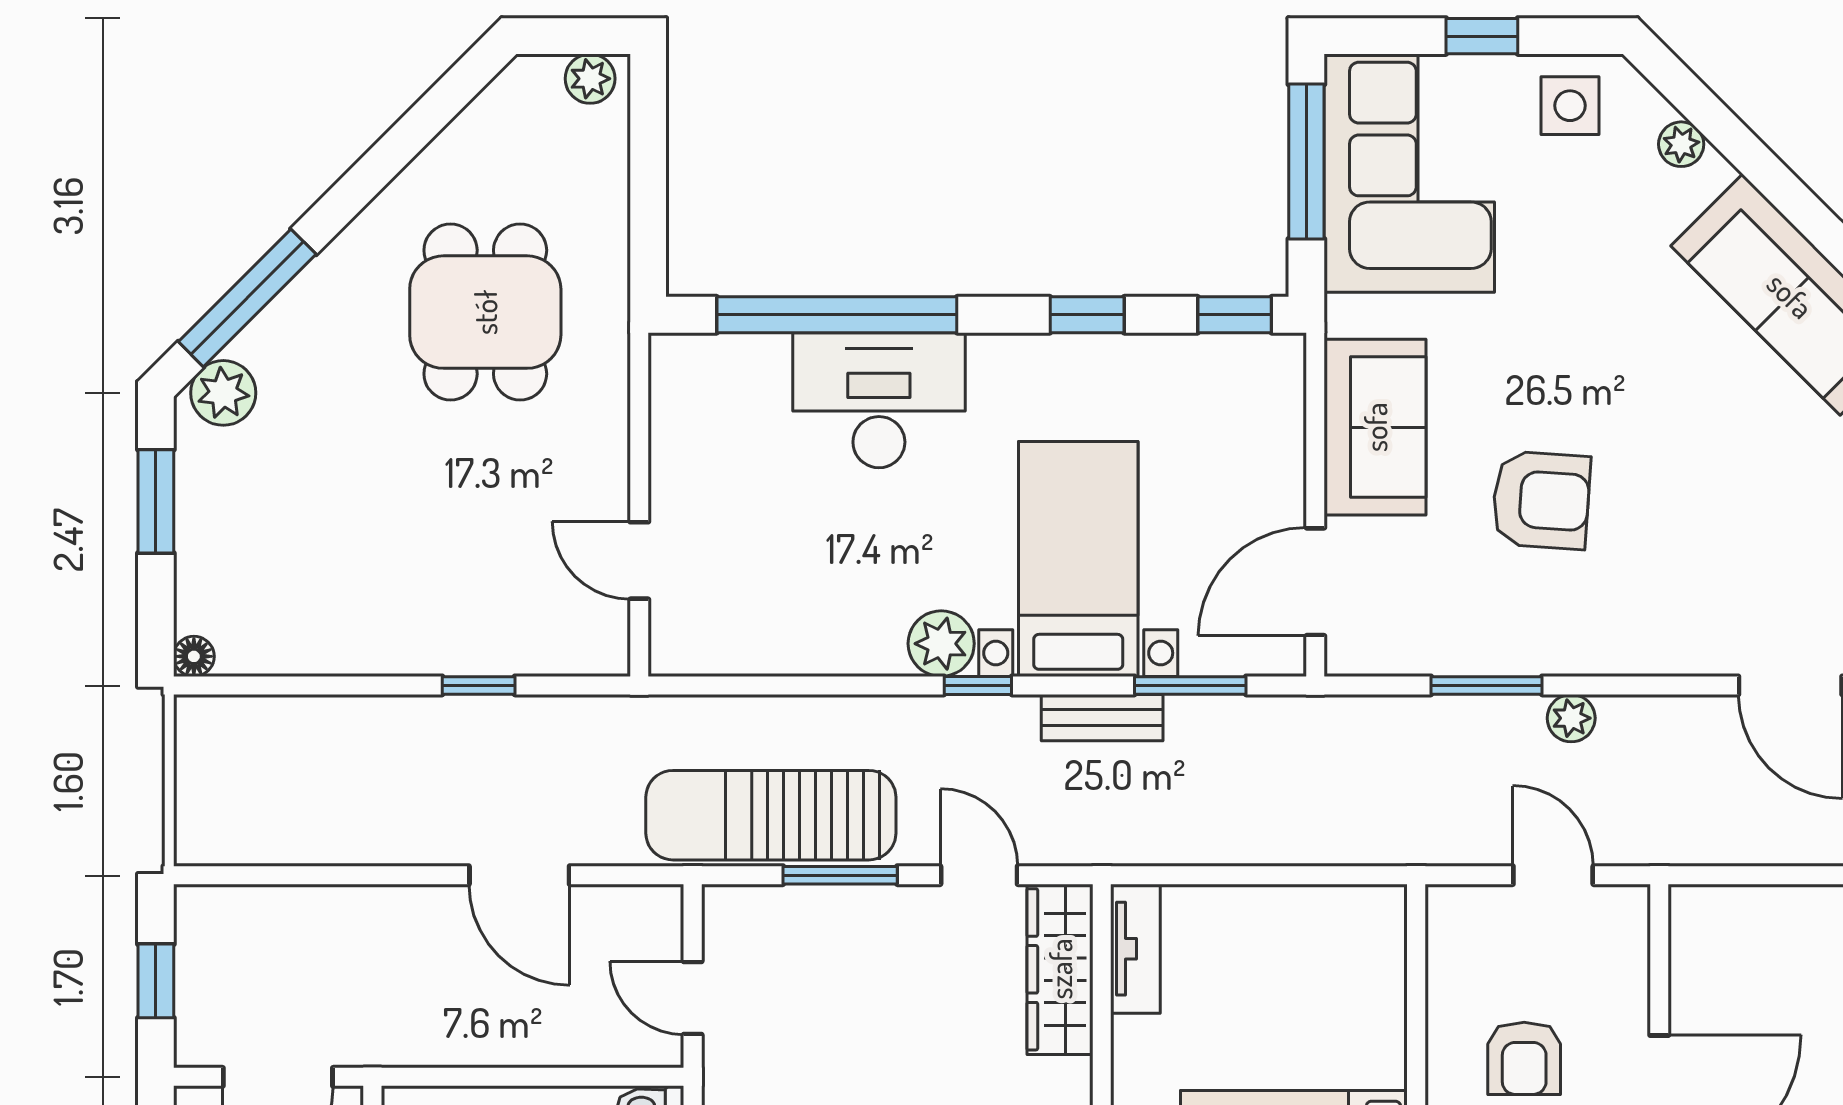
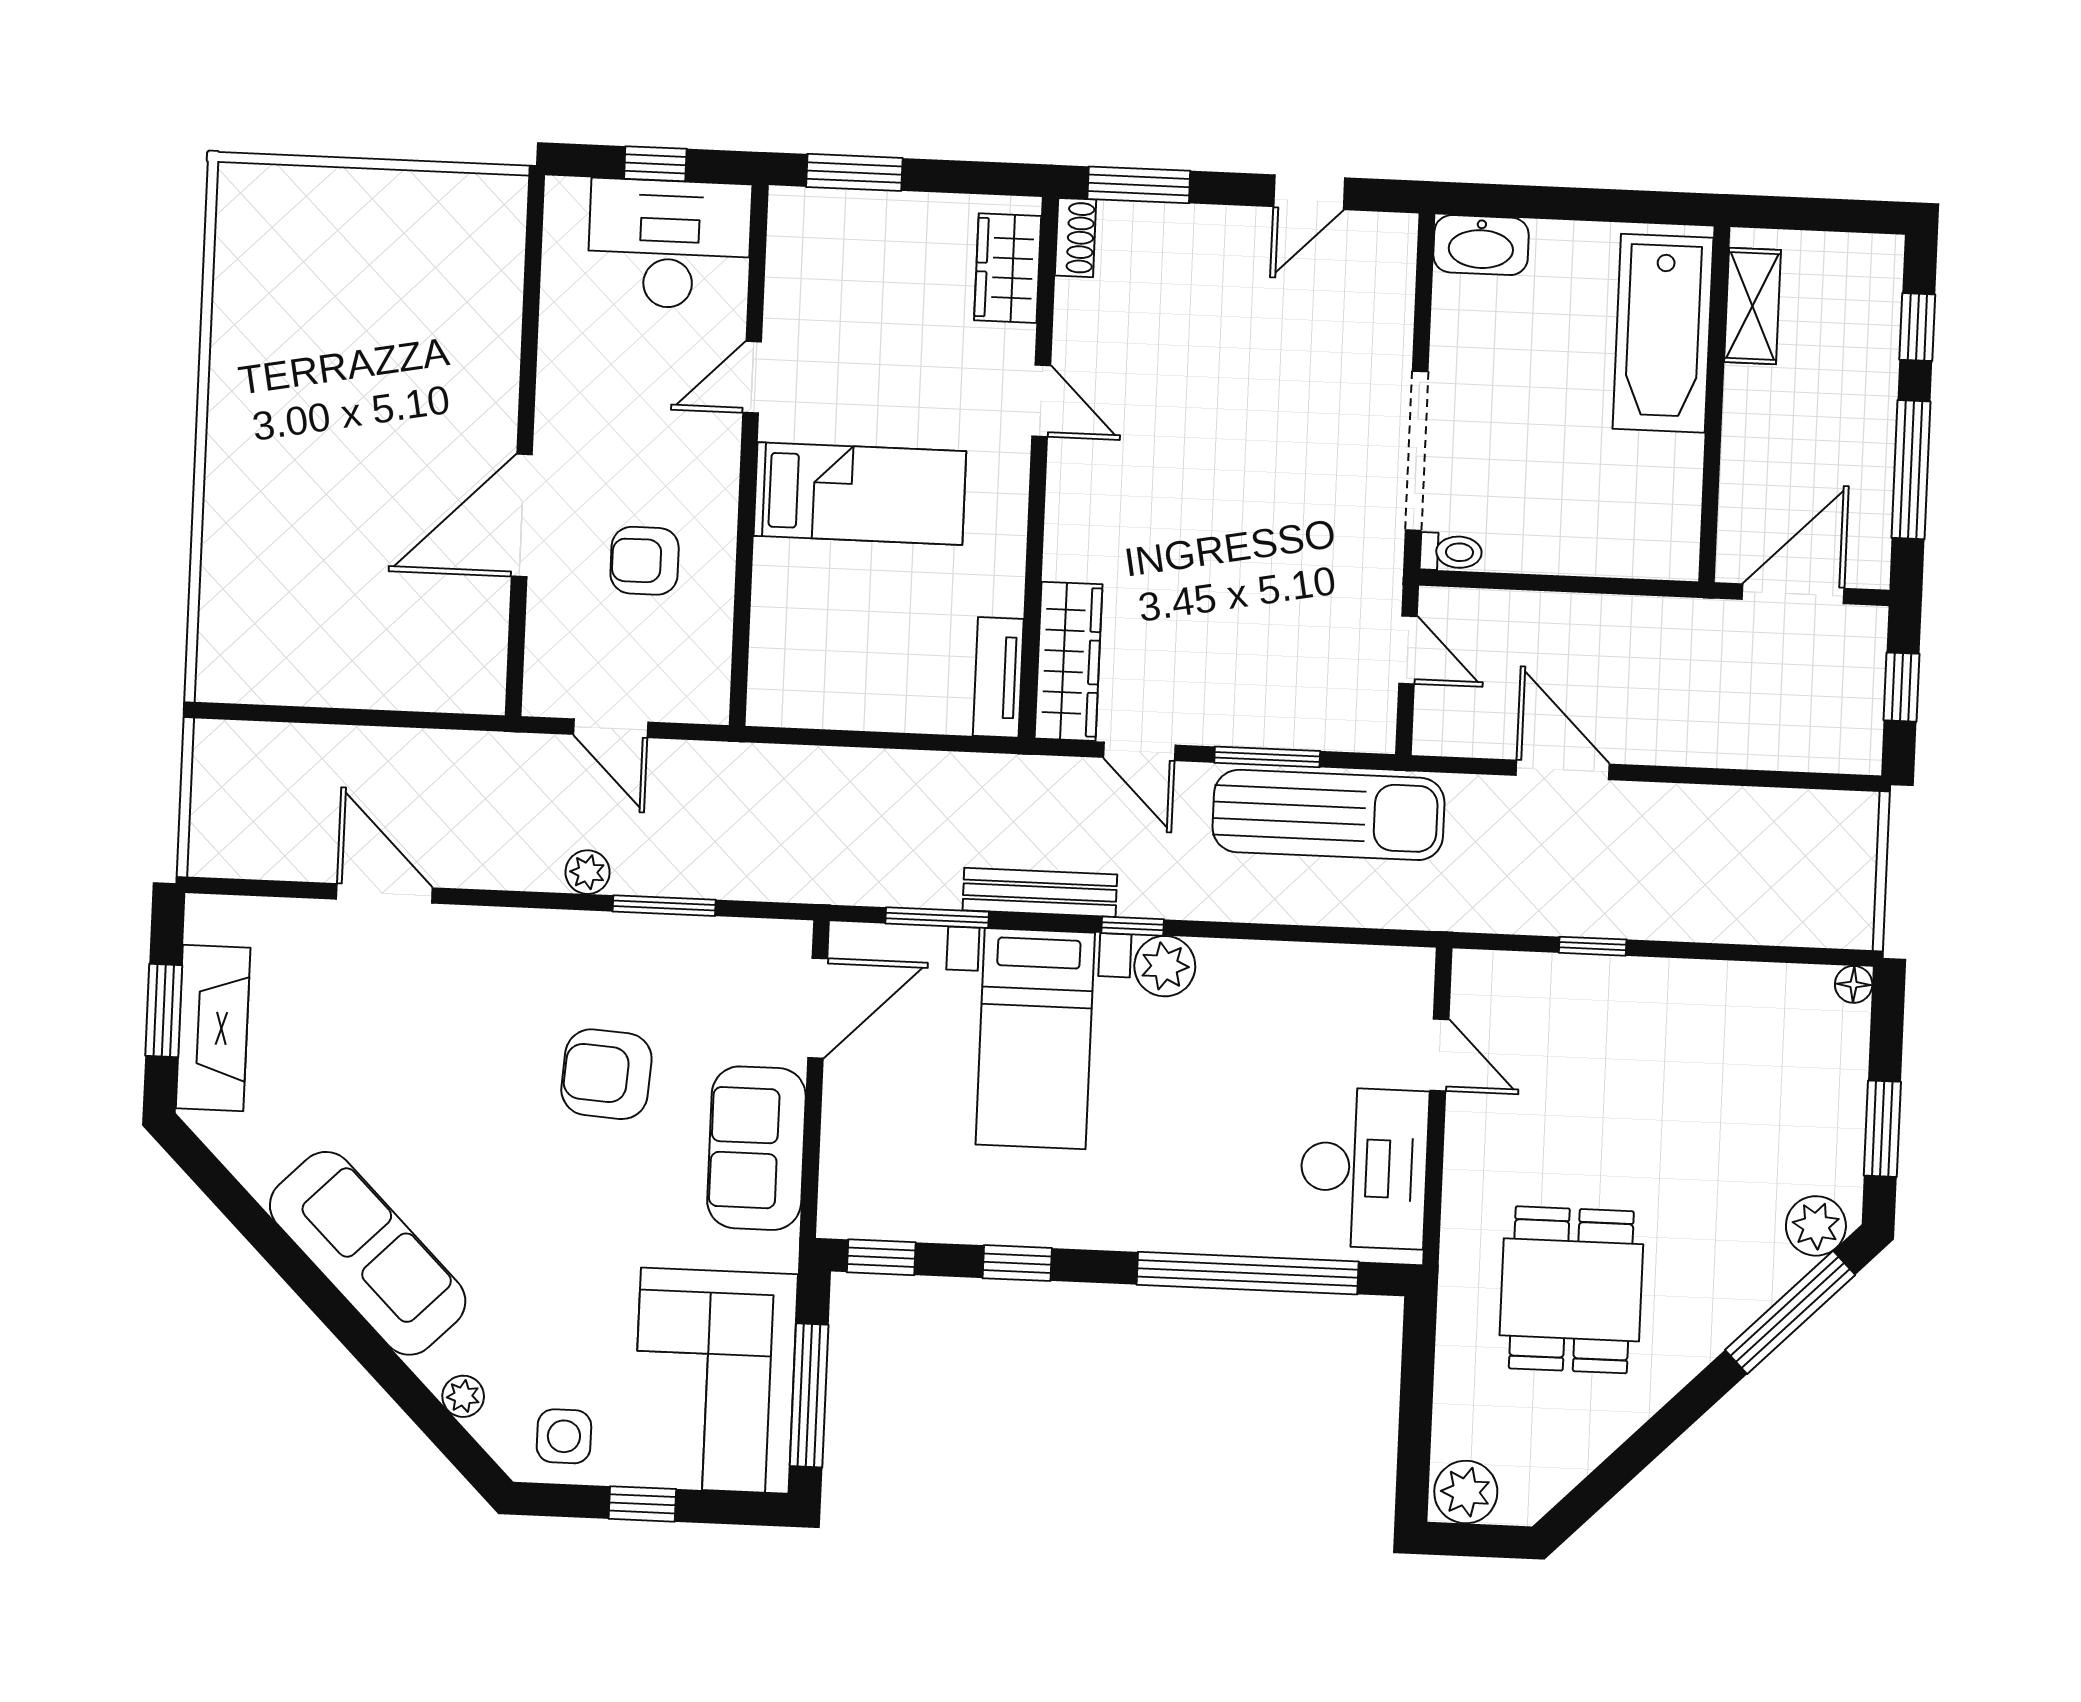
plant: (590, 79) -> (1466, 1492), width x1.38, depth x1.38
desk: (879, 400) -> (1364, 1168), moved, turned -90
bench: (1102, 718) -> (1040, 892), width x1.36
armchair: (1524, 1058) -> (645, 561), turned -90

